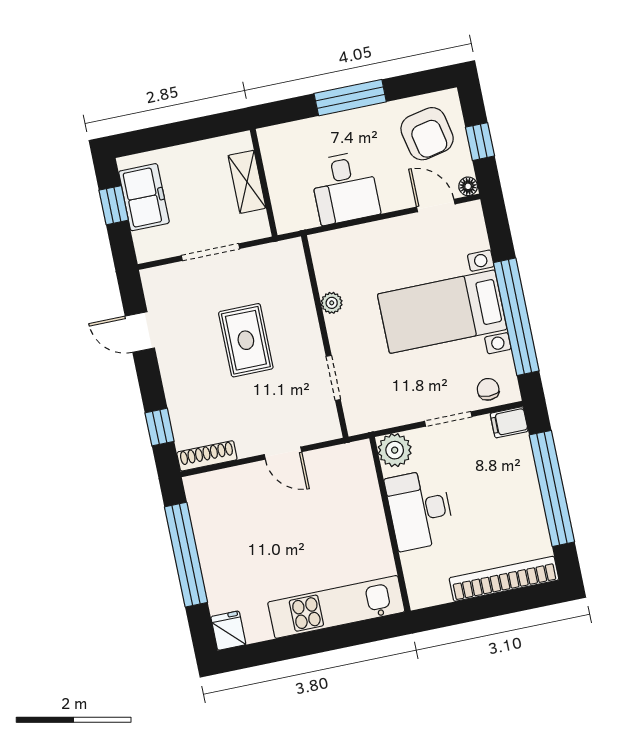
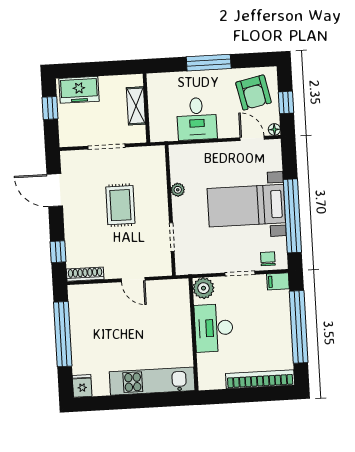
freezer: (144, 197) -> (79, 90), moved, turned 90
door: (140, 332) -> (55, 190), width x1.38

